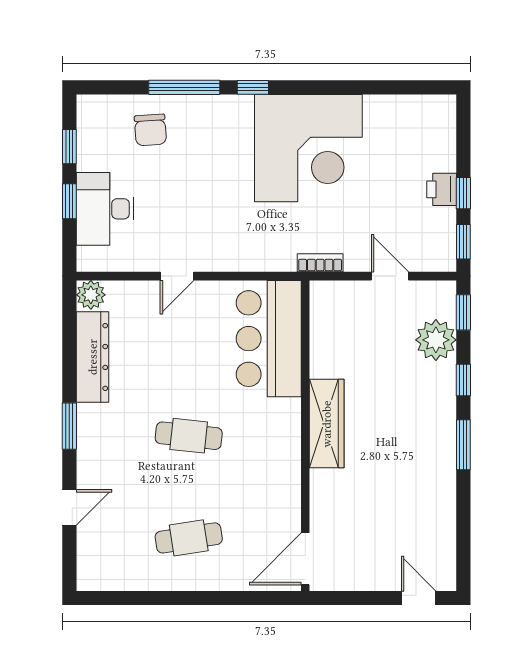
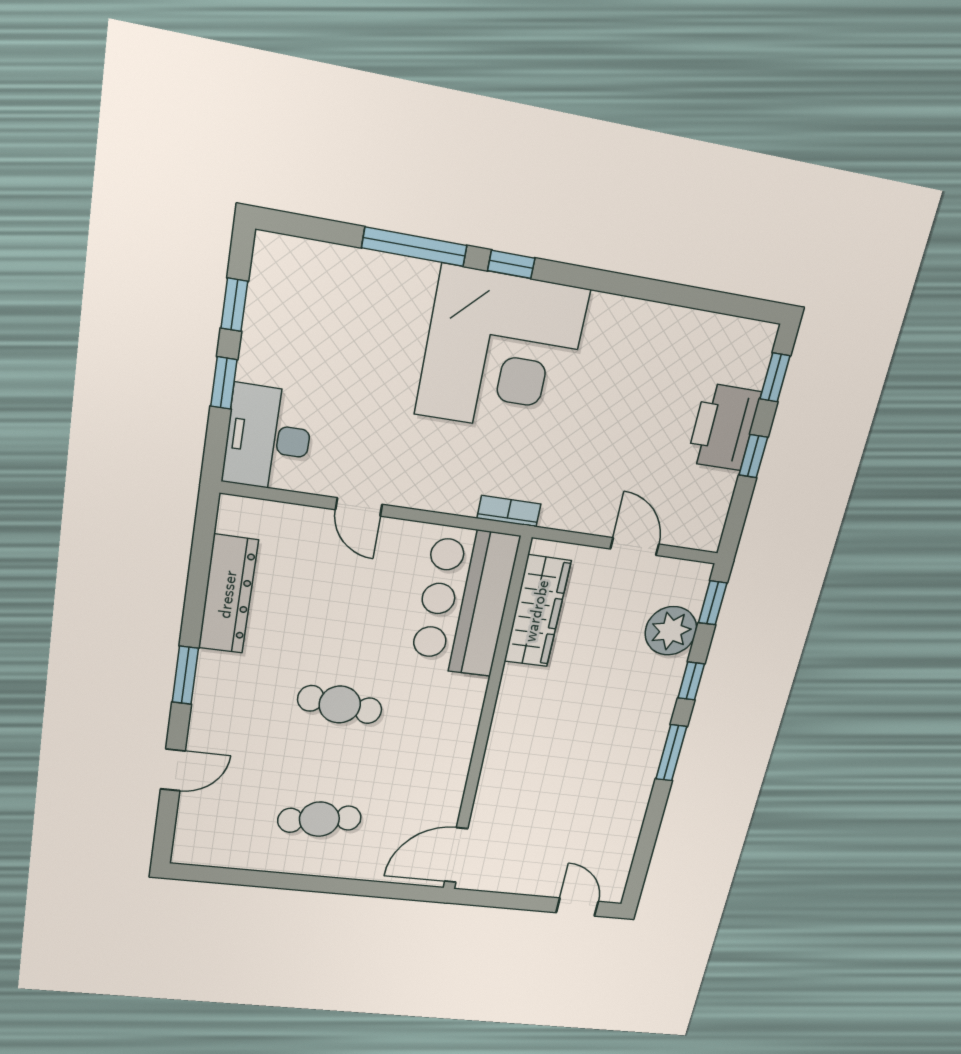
chair: (150, 130) -> (355, 300), removed
corner desk: (308, 148) -> (502, 352), moved
printer: (442, 189) -> (724, 427), width x1.87, depth x1.48
desk: (105, 209) -> (268, 438), moved
window: (463, 242) -> (775, 377), moved
bookcase: (320, 263) -> (509, 511), moved
door: (177, 276) -> (359, 507), hinge flipped
plant: (91, 295) -> (237, 514), removed
wardrobe: (327, 424) -> (537, 611), moved

